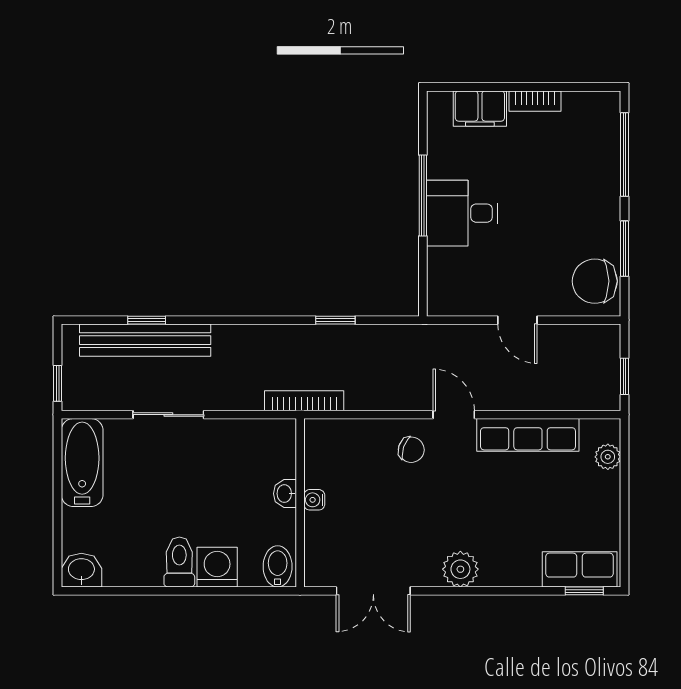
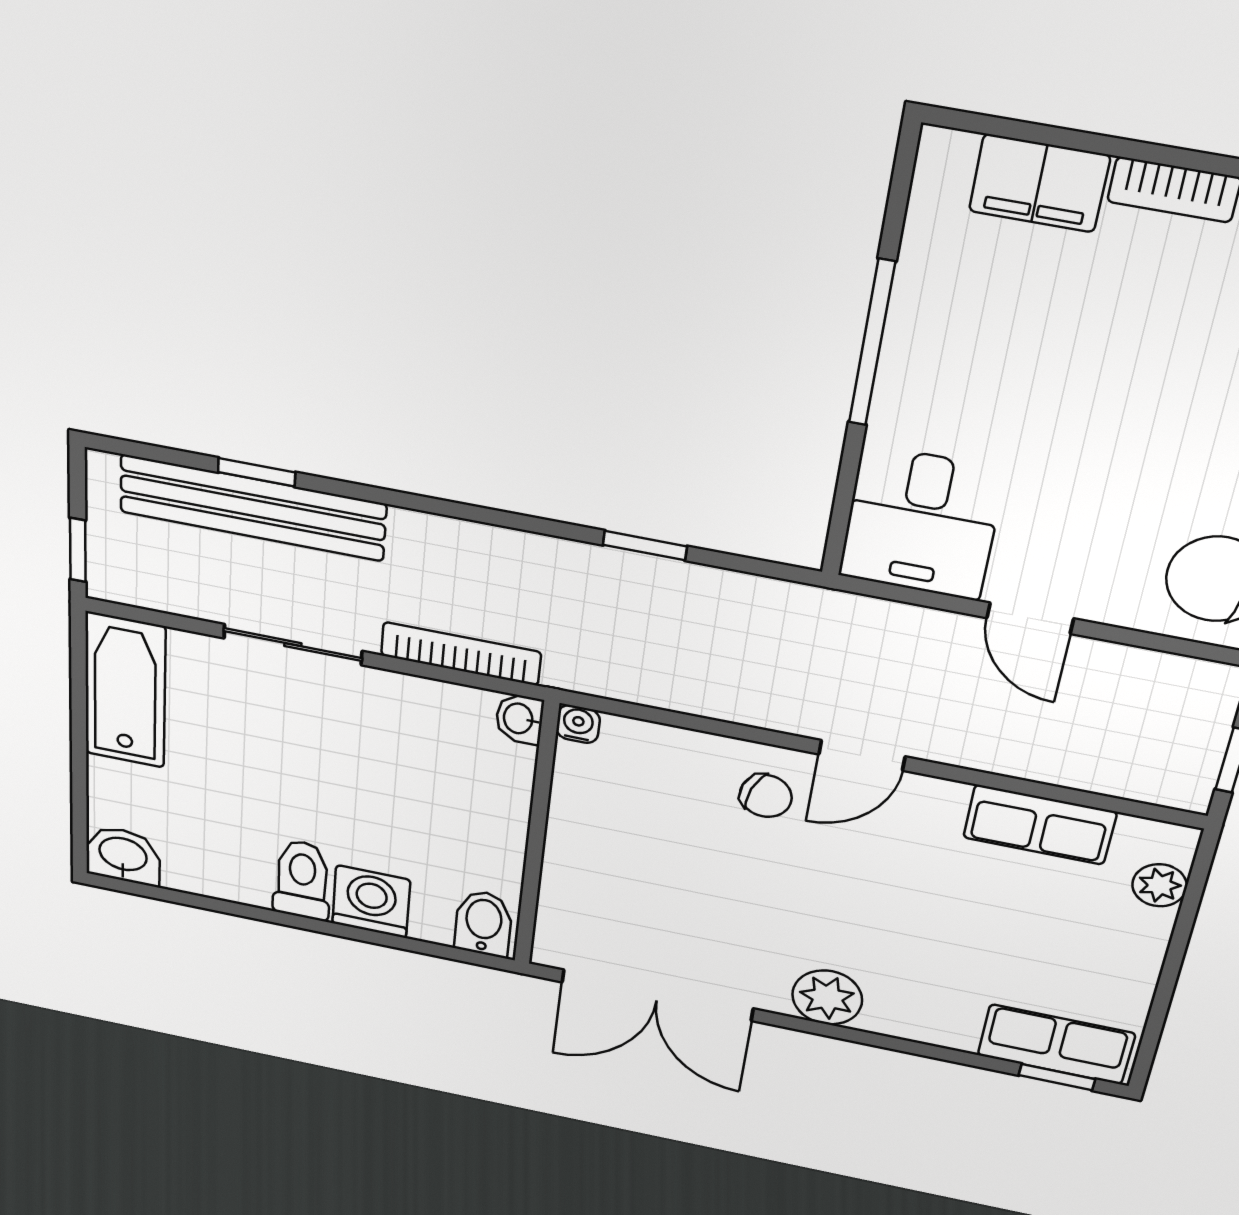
desk: (462, 213) -> (921, 523), moved, turned -90
bookcase: (304, 401) -> (461, 654), moved
door: (454, 415) -> (862, 755), swing flipped
row of seats: (528, 435) -> (1040, 825), width x0.68
washbasin: (285, 494) -> (519, 719), moved
water cooler: (314, 500) -> (578, 724), moved, turned 90
double door: (373, 591) -> (657, 995), width x1.37

